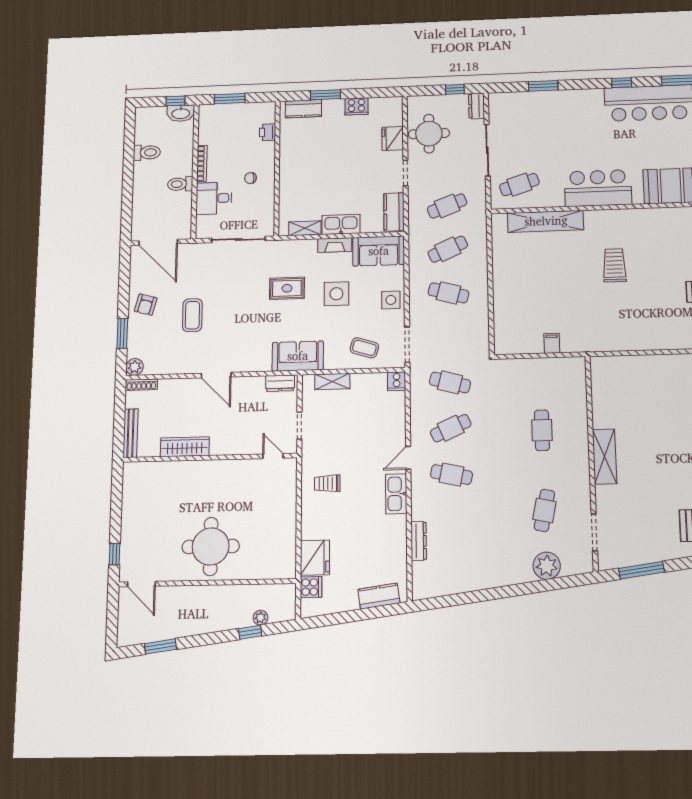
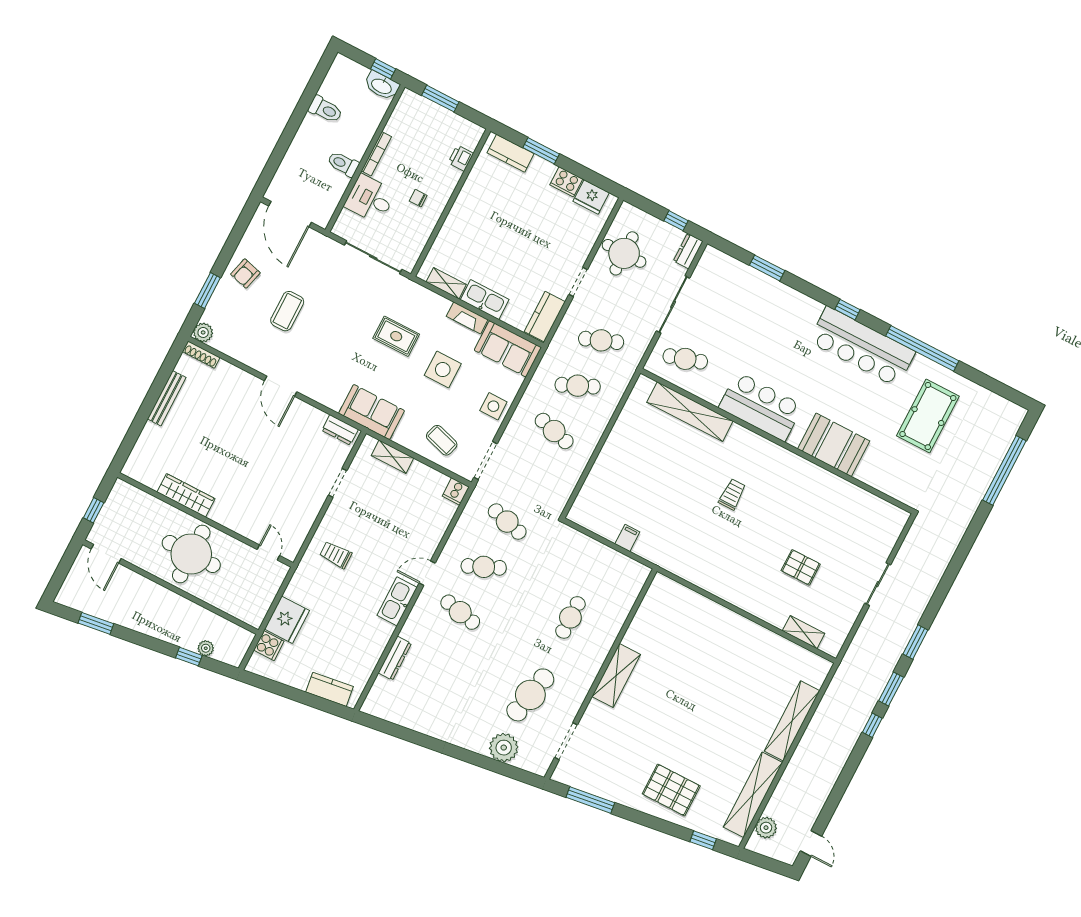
fridge: (393, 138) -> (591, 197), moved, turned -90
trolley: (614, 265) -> (732, 494), width x0.73, depth x0.72
wardrobe: (185, 447) -> (186, 495), moved
door: (273, 456) -> (268, 553), moved
wall: (210, 458) -> (205, 520), moved
cafe table: (544, 510) -> (530, 695), width x1.37, depth x1.35

